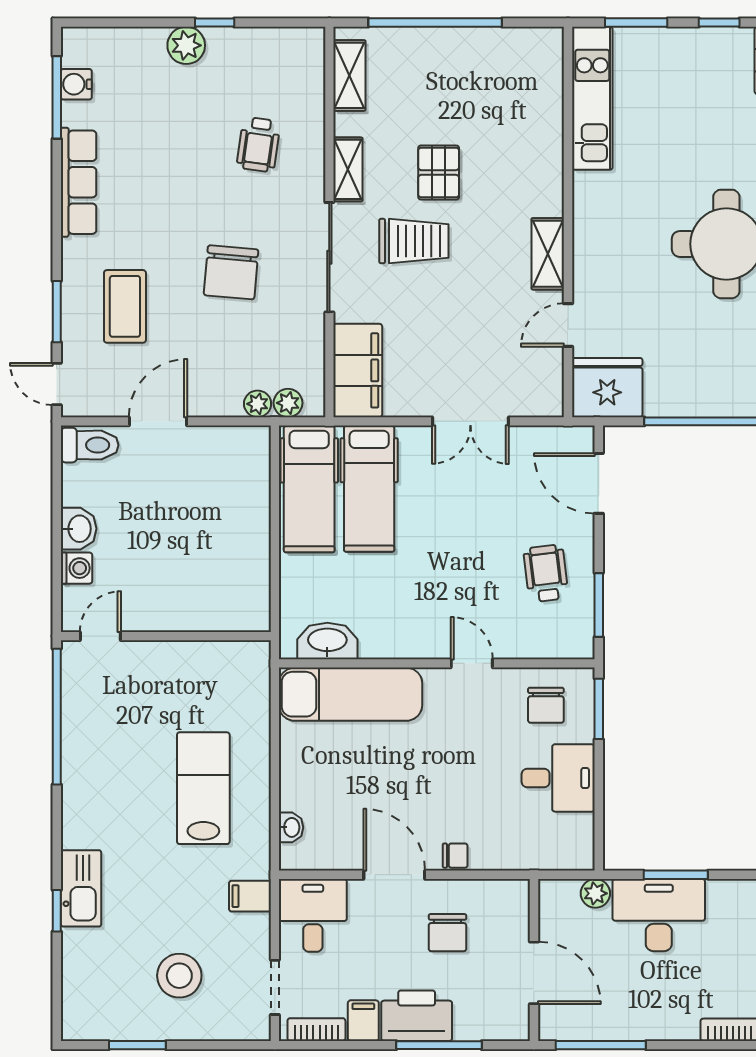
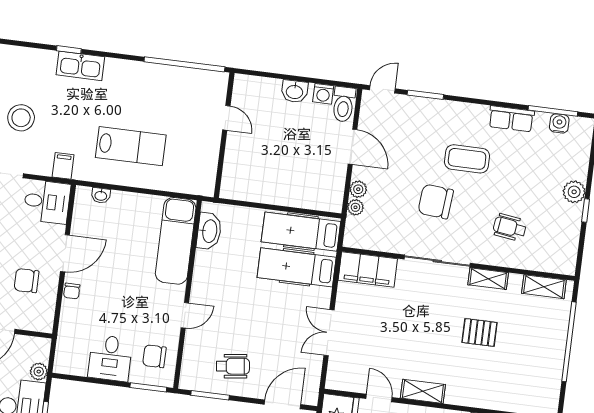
row of seats: (79, 182) -> (511, 119), width x0.68
trolley: (414, 241) -> (441, 313), removed
coffee table: (125, 306) -> (467, 159), moved
plant: (288, 403) -> (358, 189), moved
washing machine: (76, 568) -> (323, 94), moved
door: (100, 636) -> (226, 118), moved

